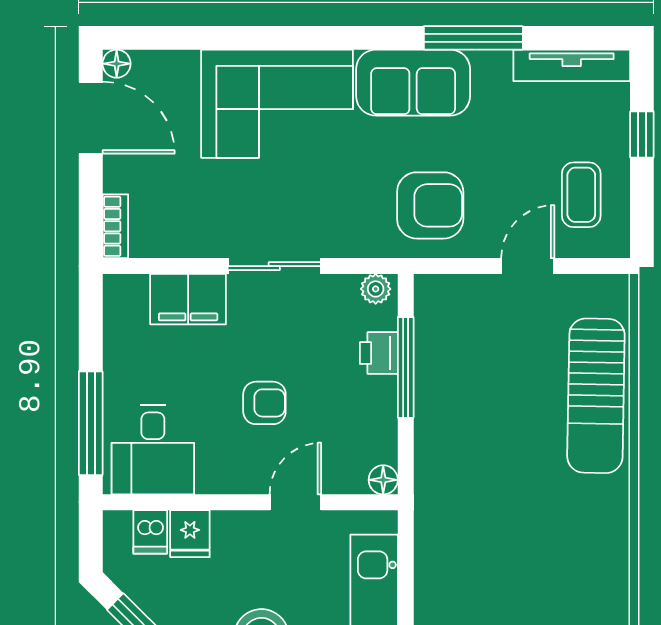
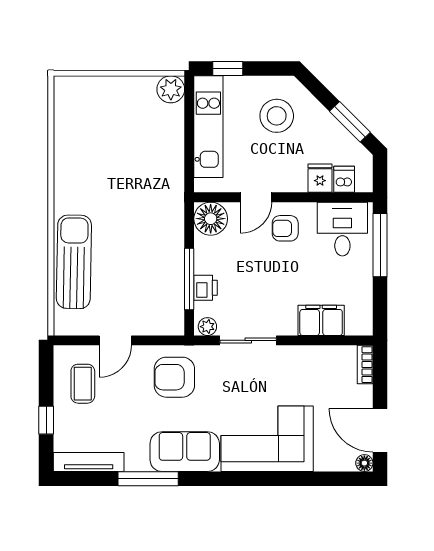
sliding door: (274, 266) -> (248, 340), moved
armchair: (264, 403) -> (285, 228), moved
floor lamp: (383, 480) -> (211, 219), width x1.89, depth x1.89

